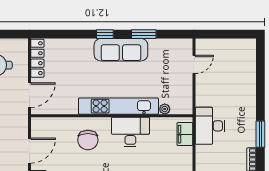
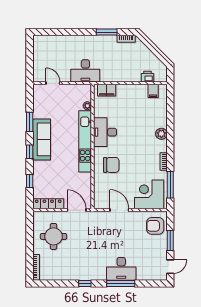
window: (67, 34) -> (30, 181), added
desk: (210, 126) -> (85, 71), moved

